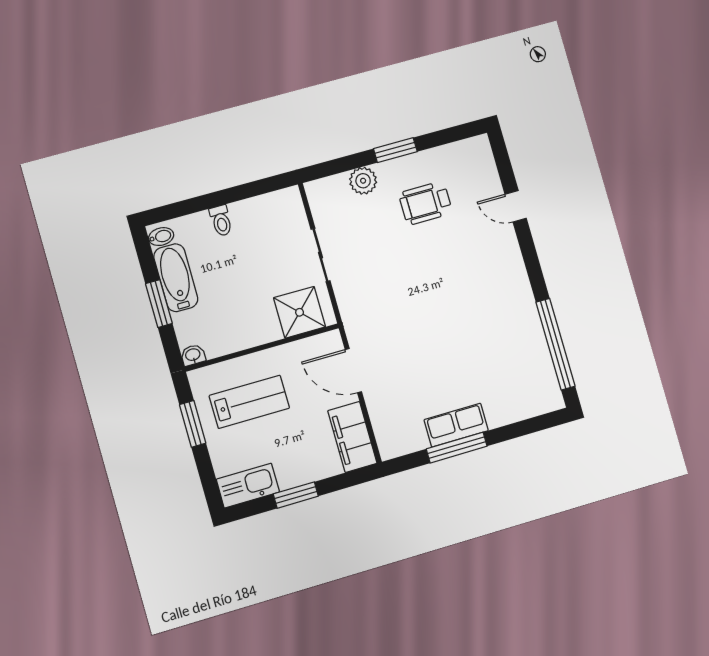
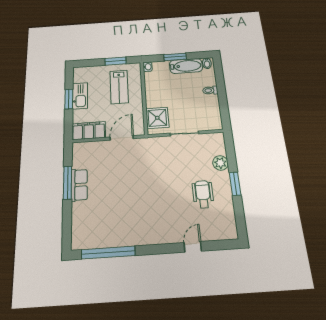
kitchen sink: (248, 486) -> (80, 96), moved

